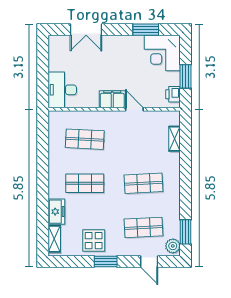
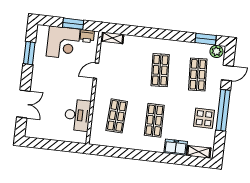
corner desk: (162, 53) -> (63, 43), moved
desk: (62, 90) -> (77, 115), moved, turned -90
filing cabinet: (112, 99) -> (85, 89), removed
shelving: (175, 139) -> (113, 38), moved
window: (106, 261) -> (223, 110), width x2.11

